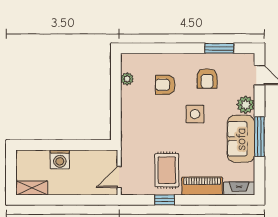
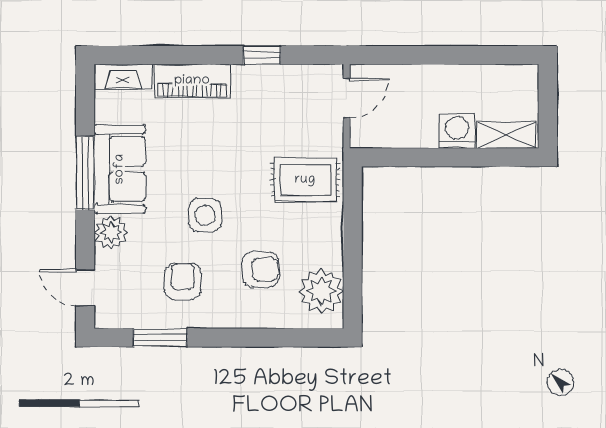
plant: (127, 79) -> (321, 291), width x1.87, depth x1.87
rug: (167, 170) -> (305, 180), moved, turned 90
shelving: (32, 188) -> (507, 135), moved

